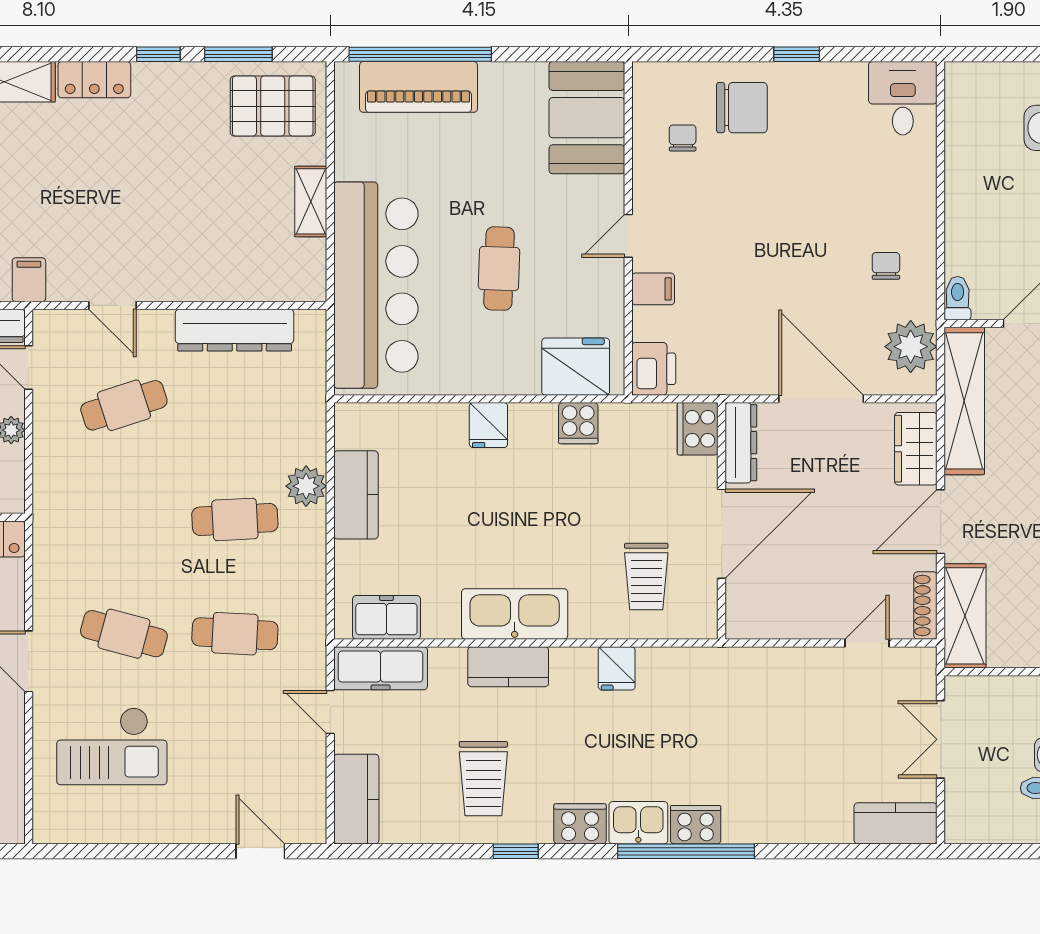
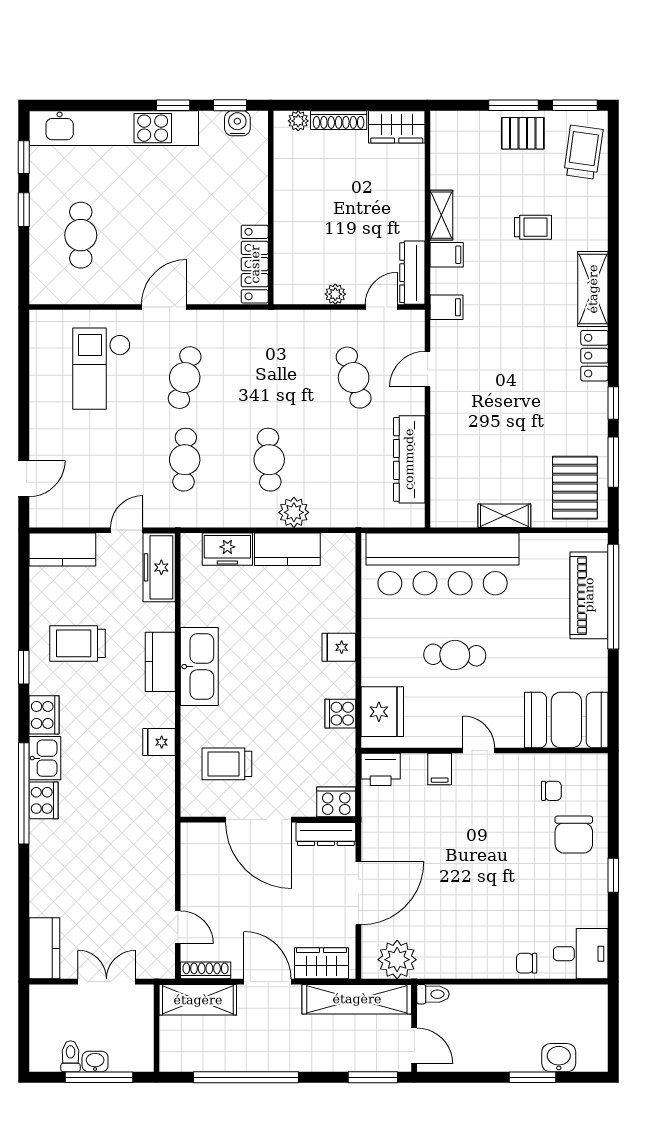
chair: (886, 266) -> (527, 963), moved, turned 180
freezer: (386, 617) -> (227, 549), moved, turned 90

